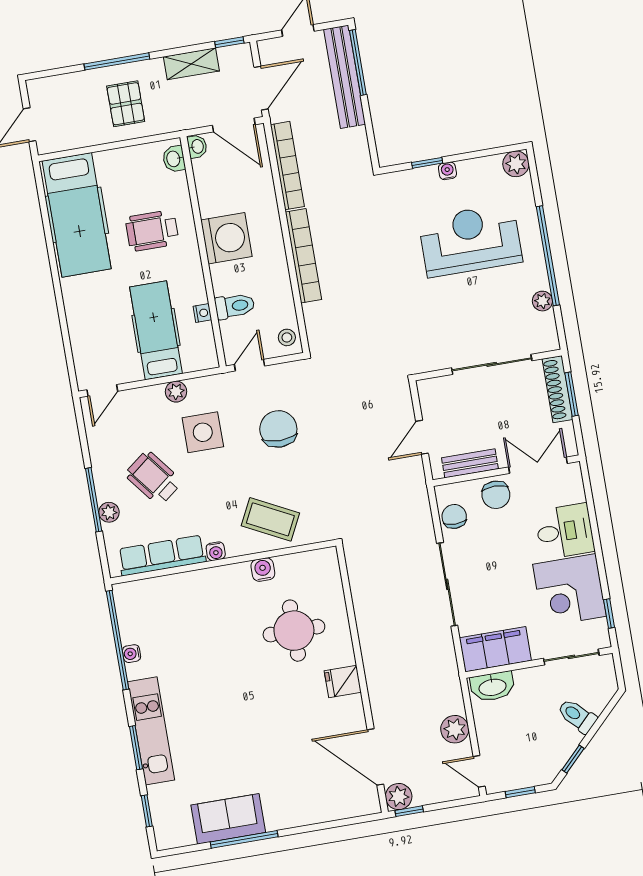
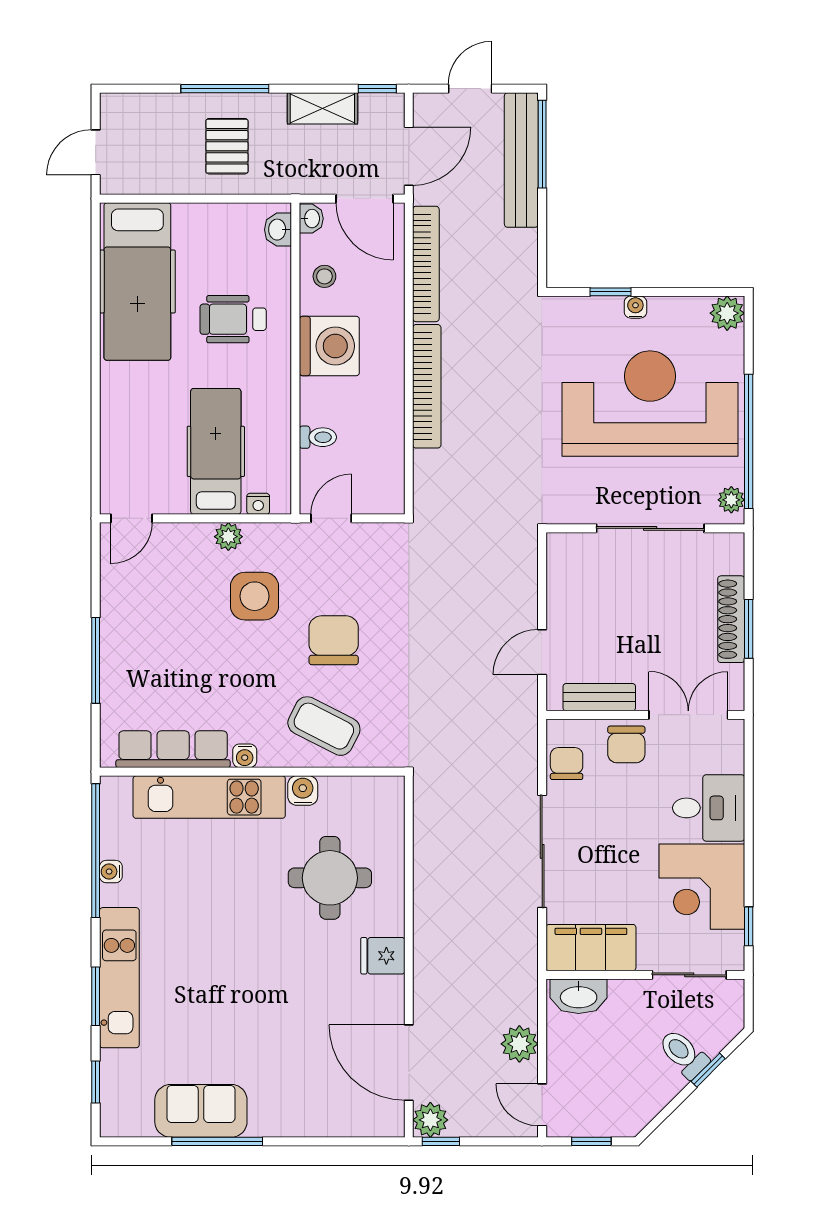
reception desk: (470, 240) -> (650, 404), width x1.36, depth x1.30
toilet: (235, 306) -> (318, 437), width x0.73, depth x0.72
nightstand: (202, 313) -> (258, 504), moved, turned 90
stool: (287, 337) -> (324, 276), moved
sliding door: (492, 364) -> (650, 528), moved
wall: (488, 365) -> (645, 528), moved
chair: (278, 429) -> (334, 640), moved
wheelchair: (153, 478) -> (179, 645), removed
plant: (109, 512) -> (113, 680), removed
kitchen unit: (195, 586) -> (209, 797), added
window: (573, 759) -> (708, 1070), moved

